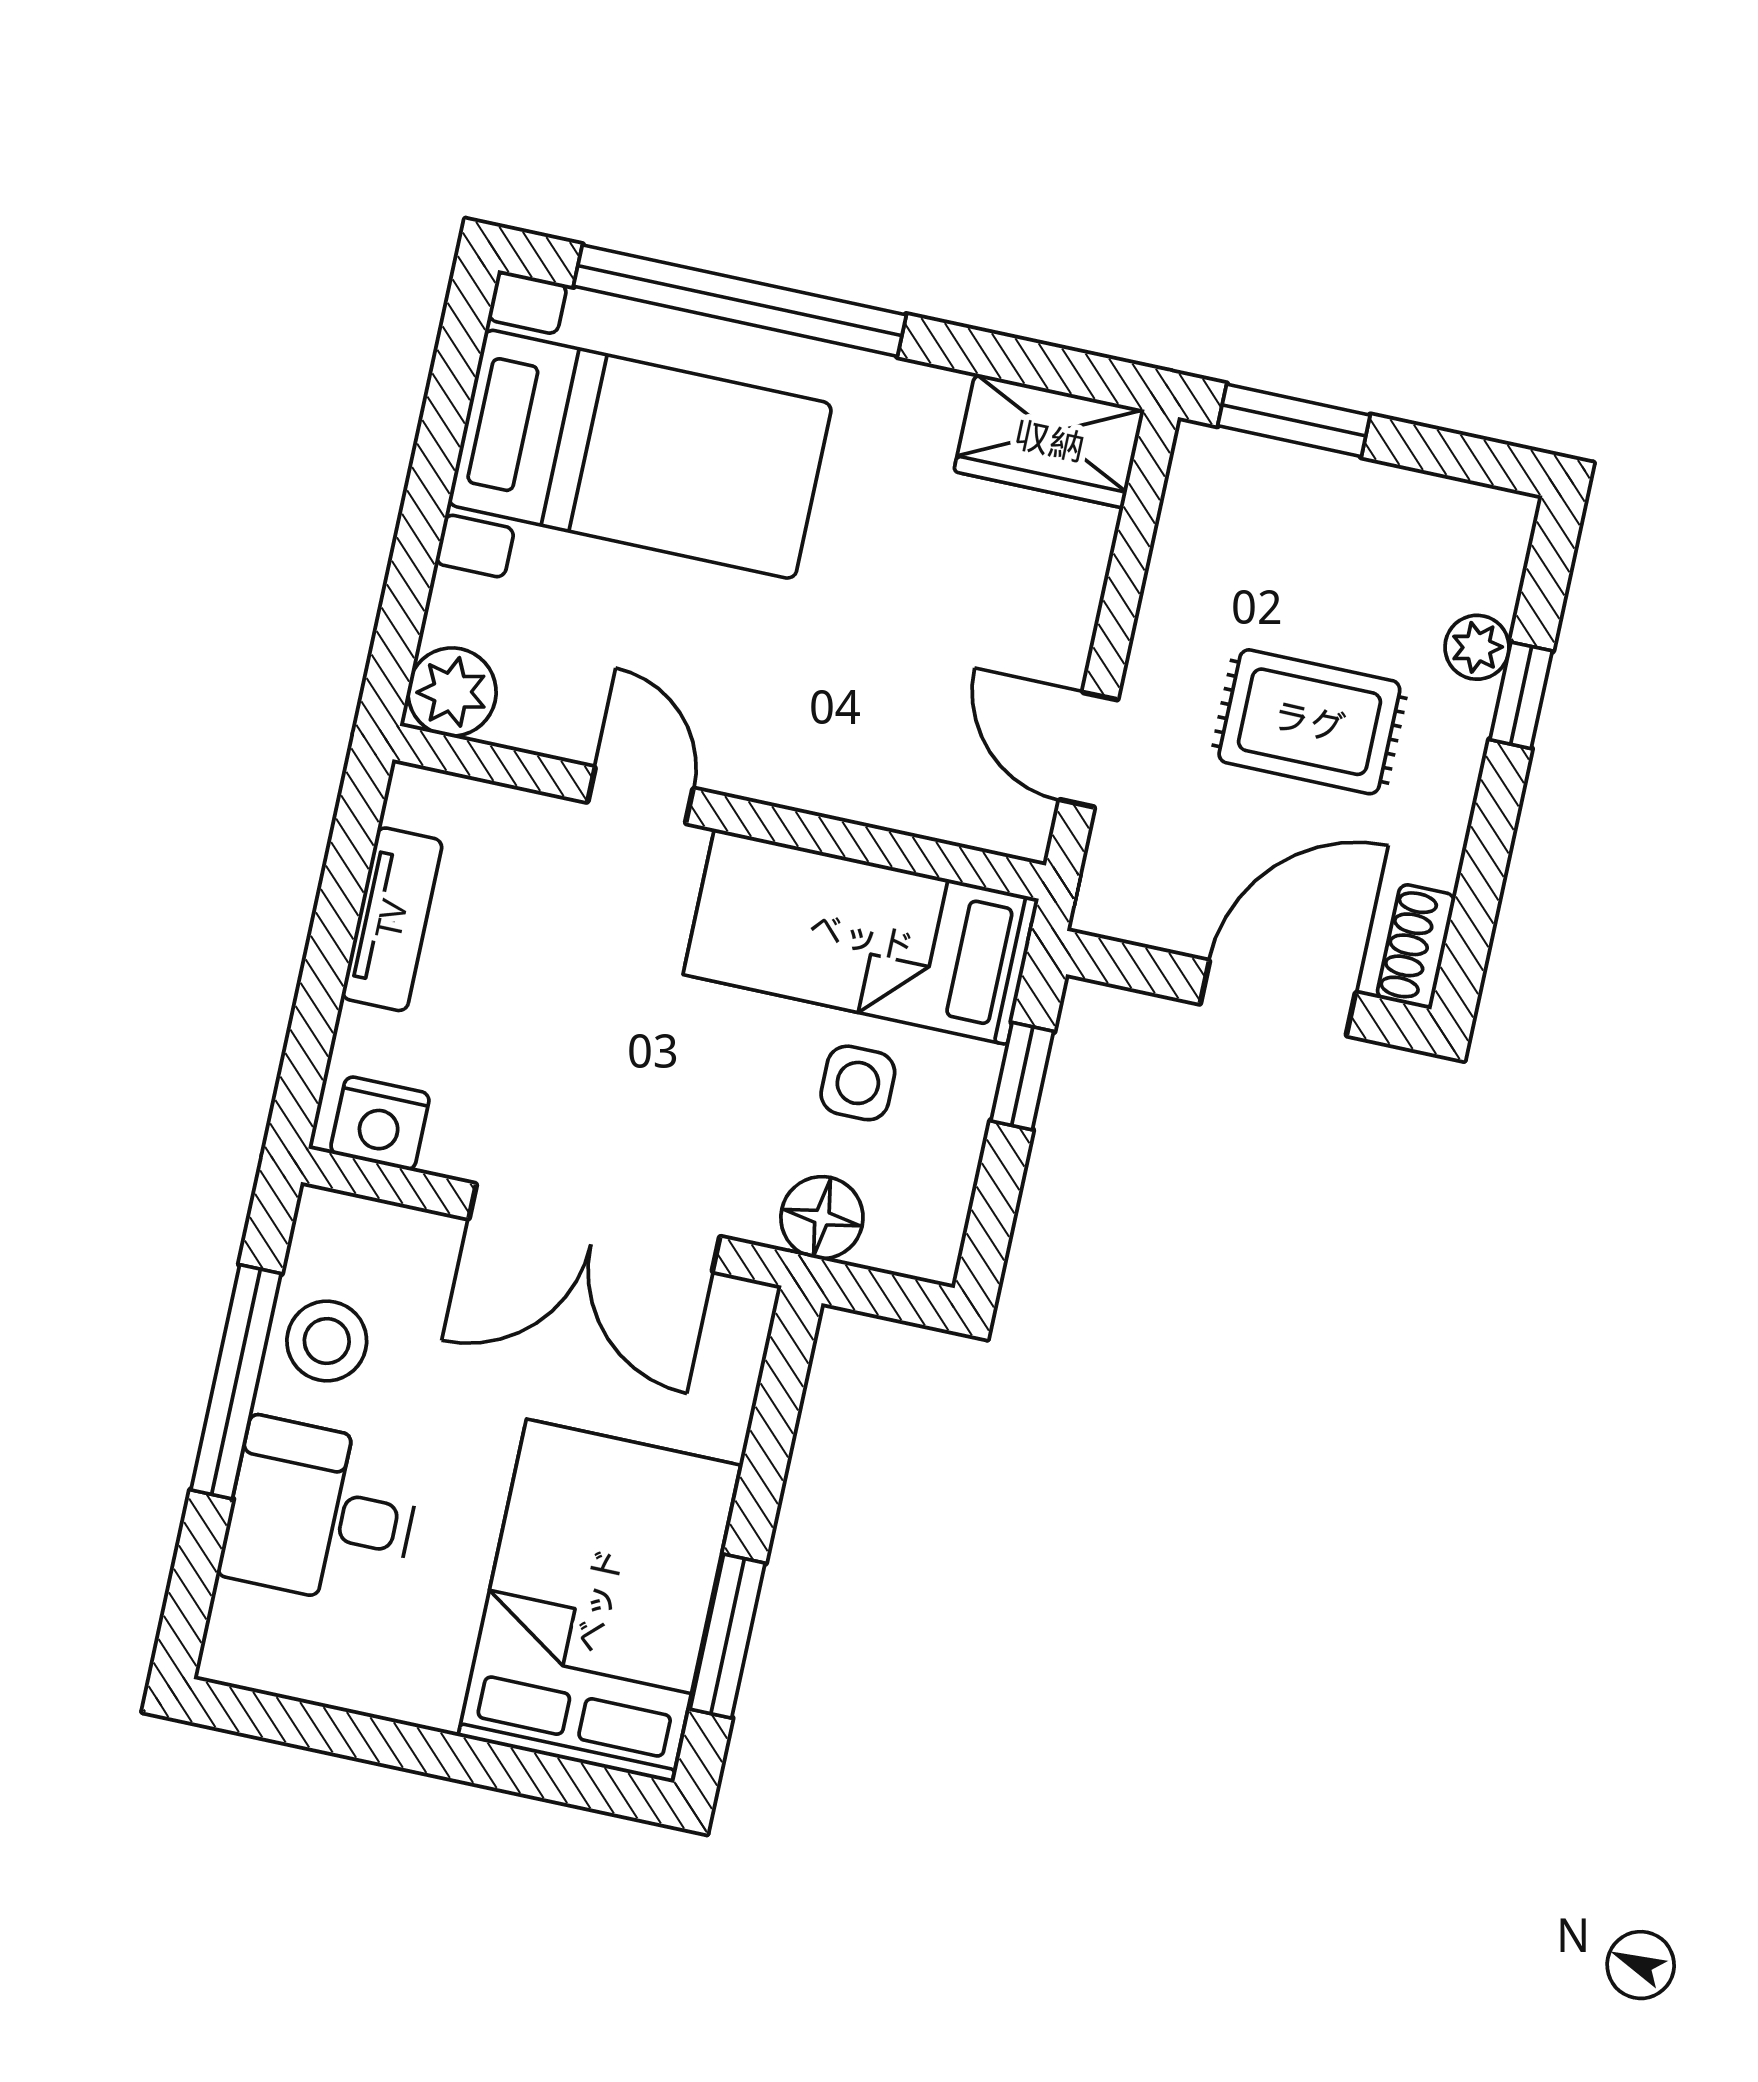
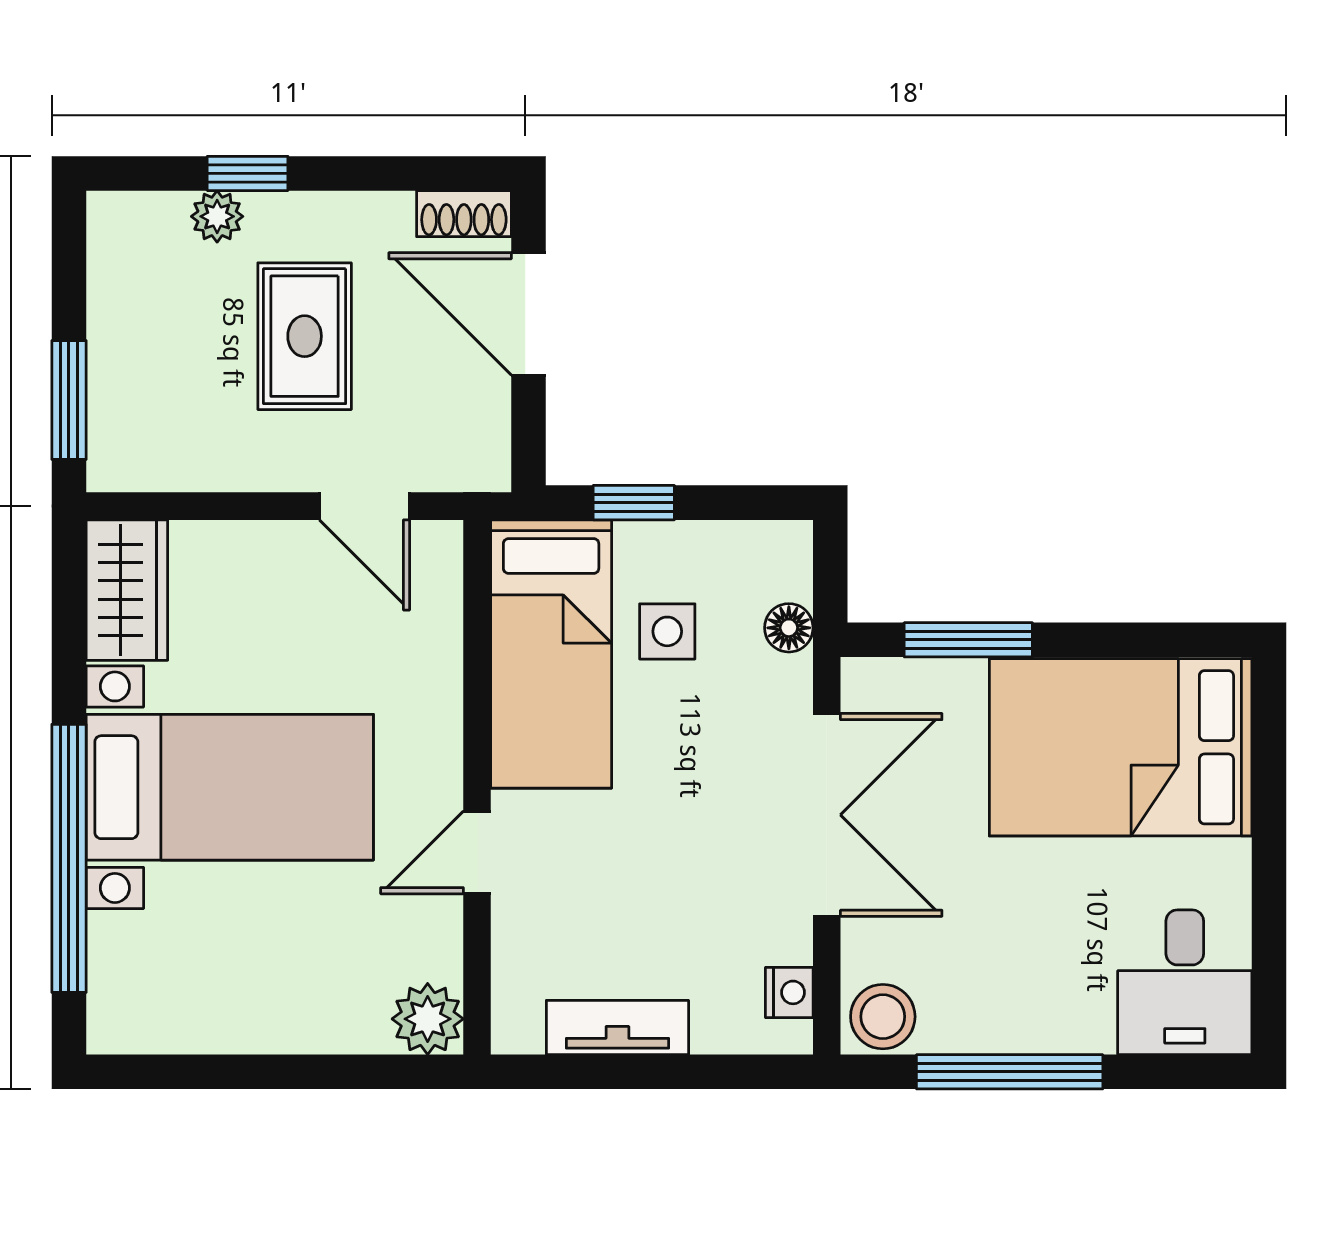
bed with nightstands: (640, 454) -> (230, 787), moved, turned 90
door: (1089, 750) -> (364, 506), hinge flipped
nightstand: (380, 1123) -> (789, 992), width x0.72, depth x0.74
floor lamp: (822, 1218) -> (789, 628), width x0.73, depth x0.73
stool: (327, 1341) -> (883, 1017), moved
desk: (321, 1513) -> (1185, 982), moved
window: (728, 1636) -> (968, 640), moved

